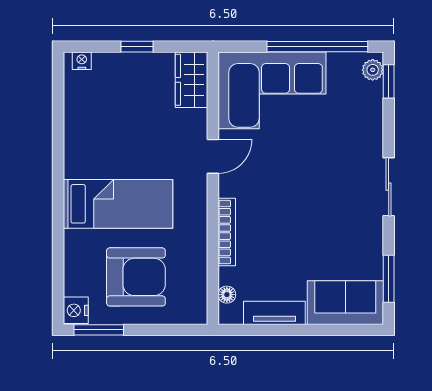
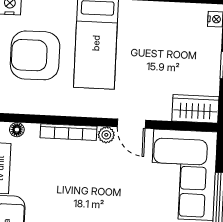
plant: (228, 186) -> (106, 135), added
armchair: (136, 277) -> (35, 55), turned 90

